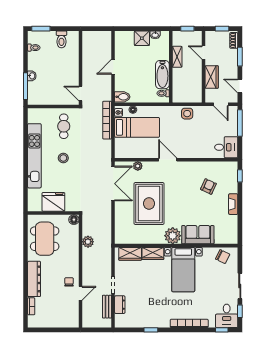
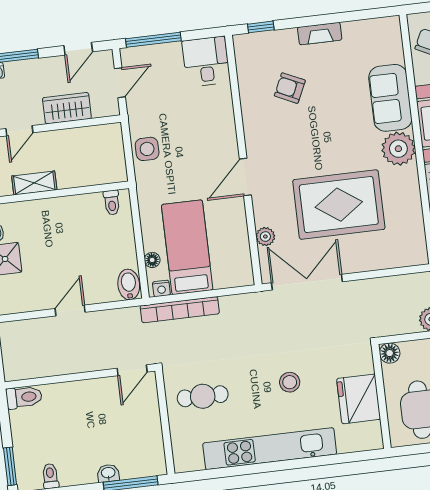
toilet: (61, 39) -> (24, 397), moved
door: (113, 67) -> (70, 310), swing flipped
bathtub: (162, 75) -> (74, 208), removed
stool: (63, 158) -> (290, 382), moved

